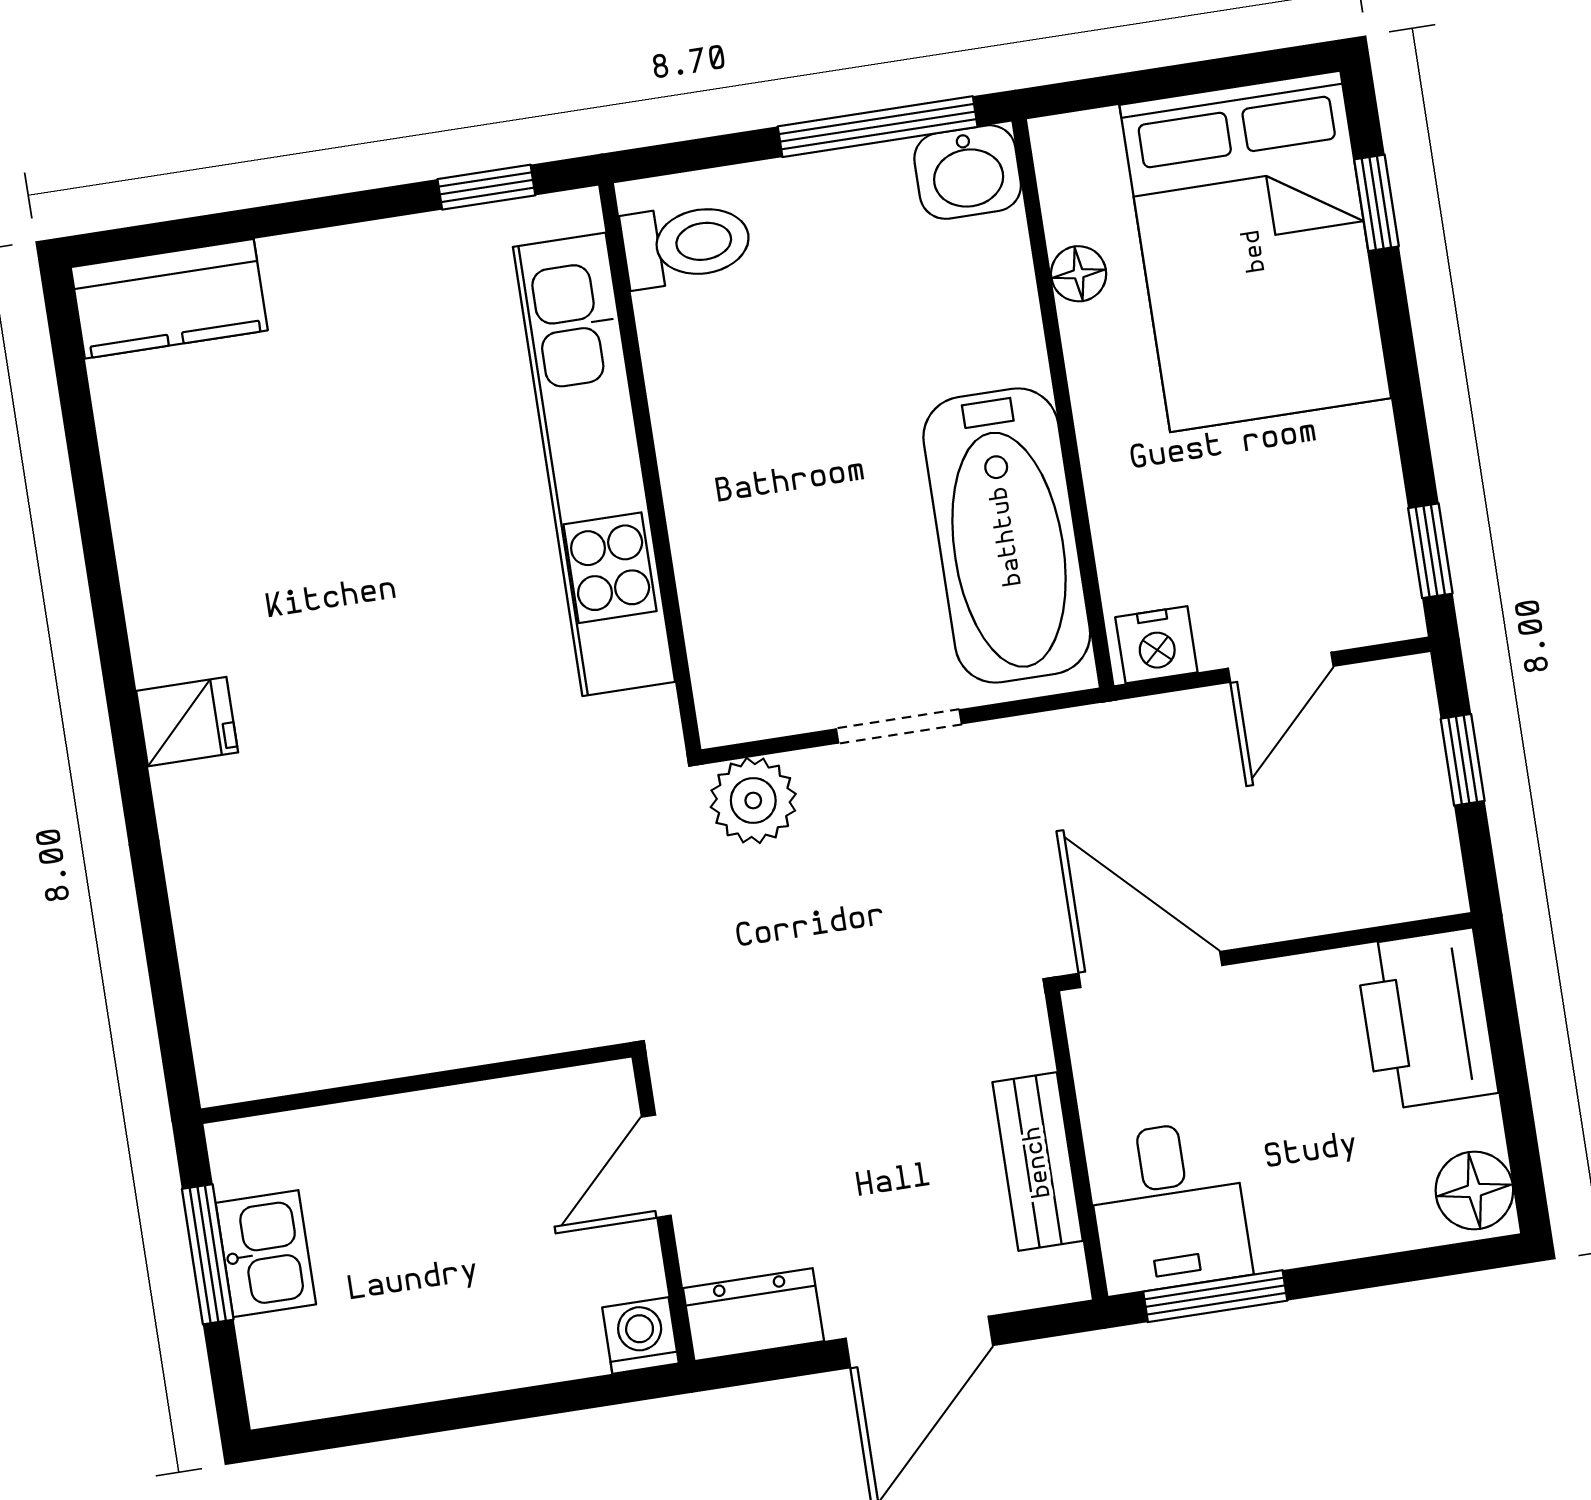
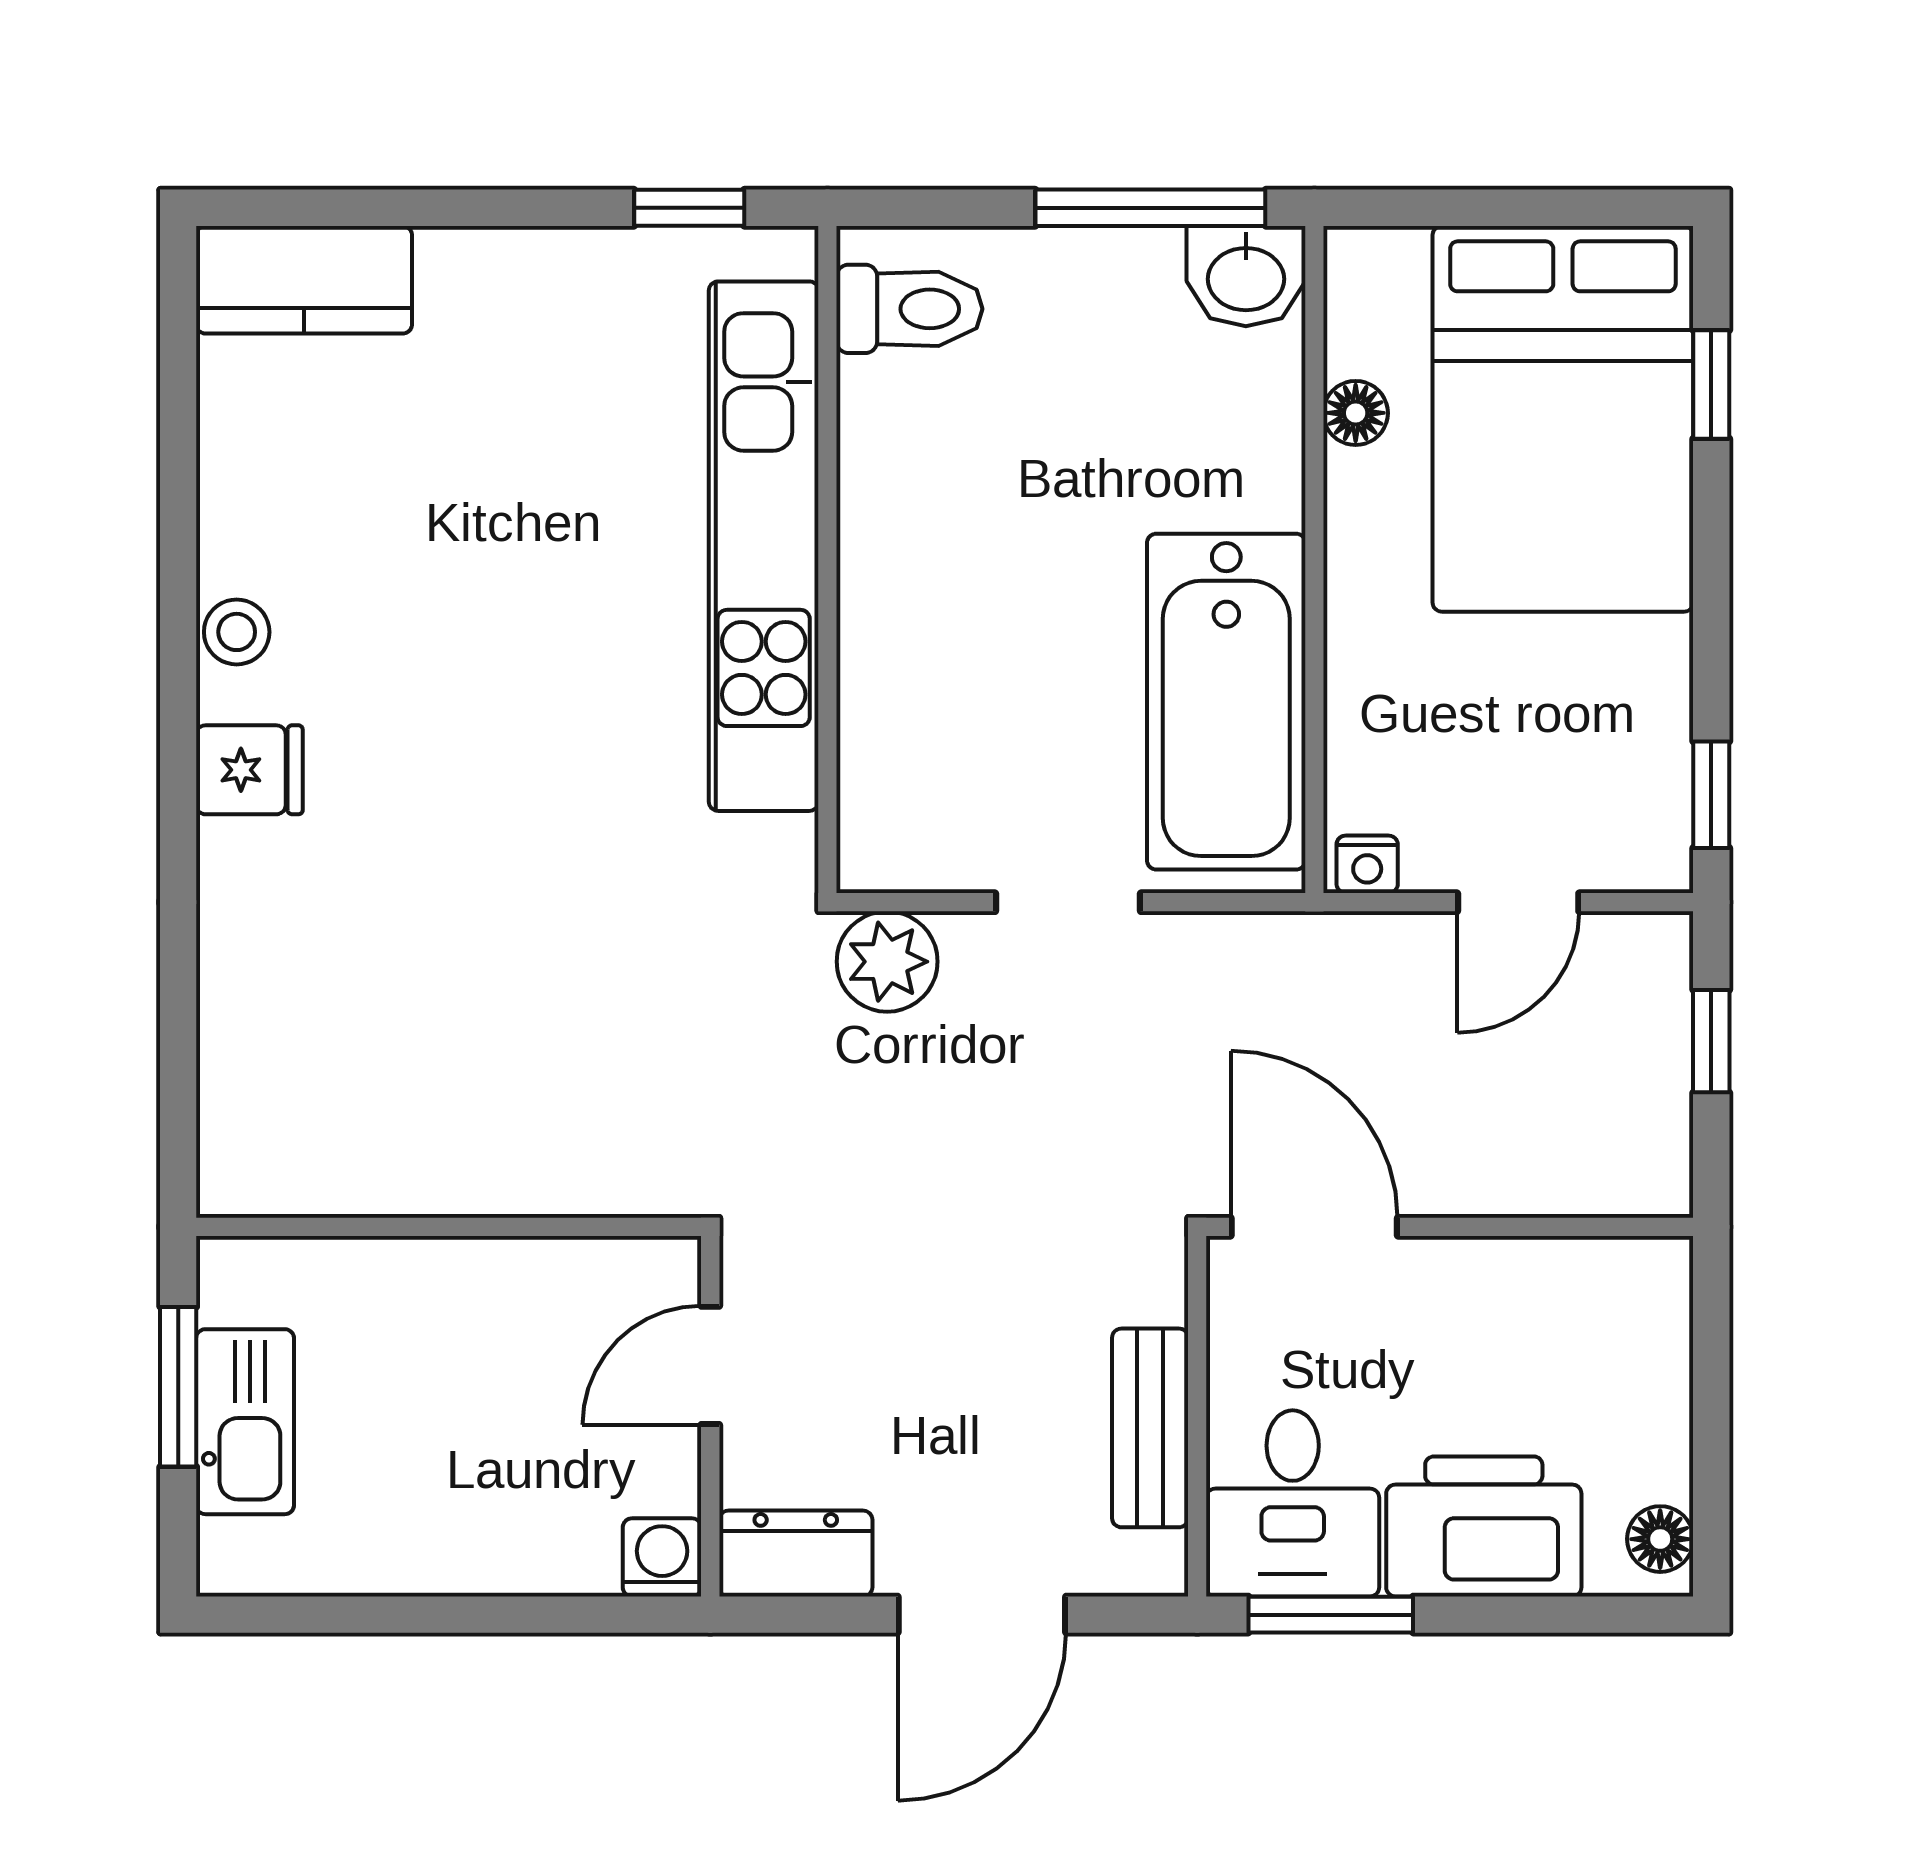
stool: (158, 606) -> (237, 632), added
nightstand: (1156, 645) -> (1367, 864), width x0.72, depth x0.74
printer: (1426, 1019) -> (1484, 1526), moved, turned 90
floor lamp: (1474, 1190) -> (1660, 1539), width x0.73, depth x0.73
kitchen sink: (266, 1254) -> (245, 1422), width x1.38

